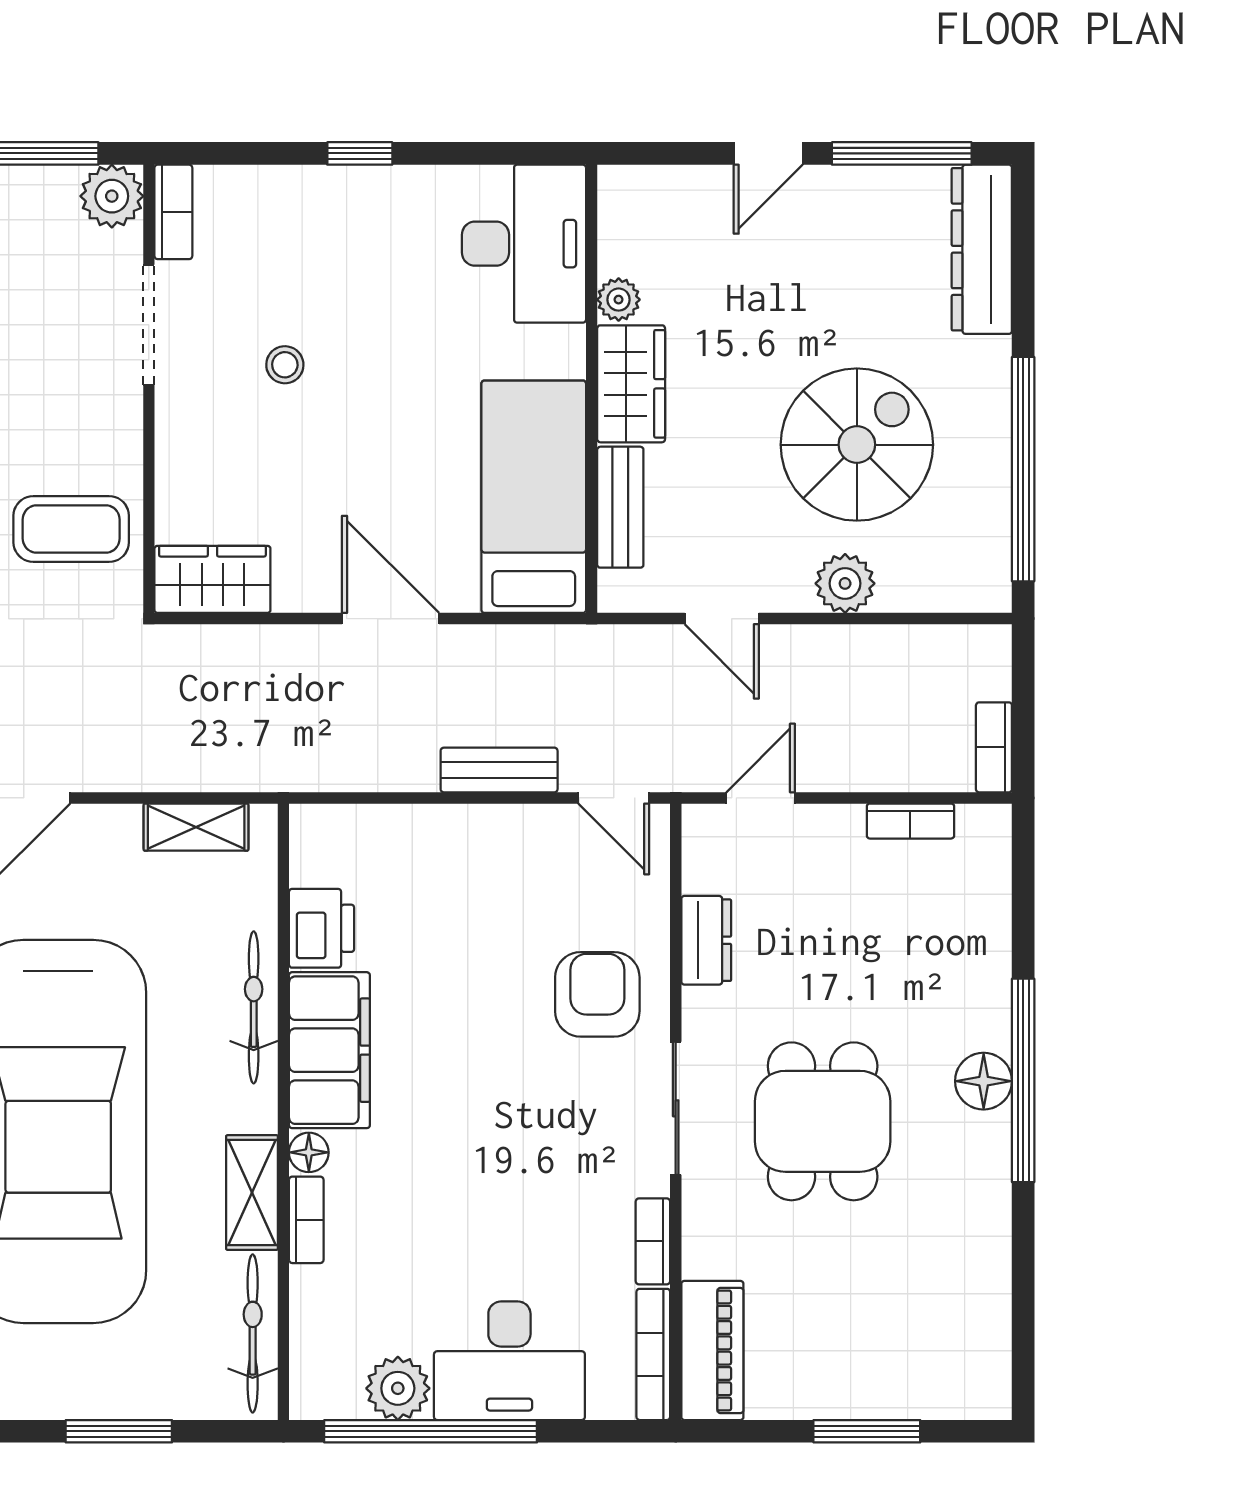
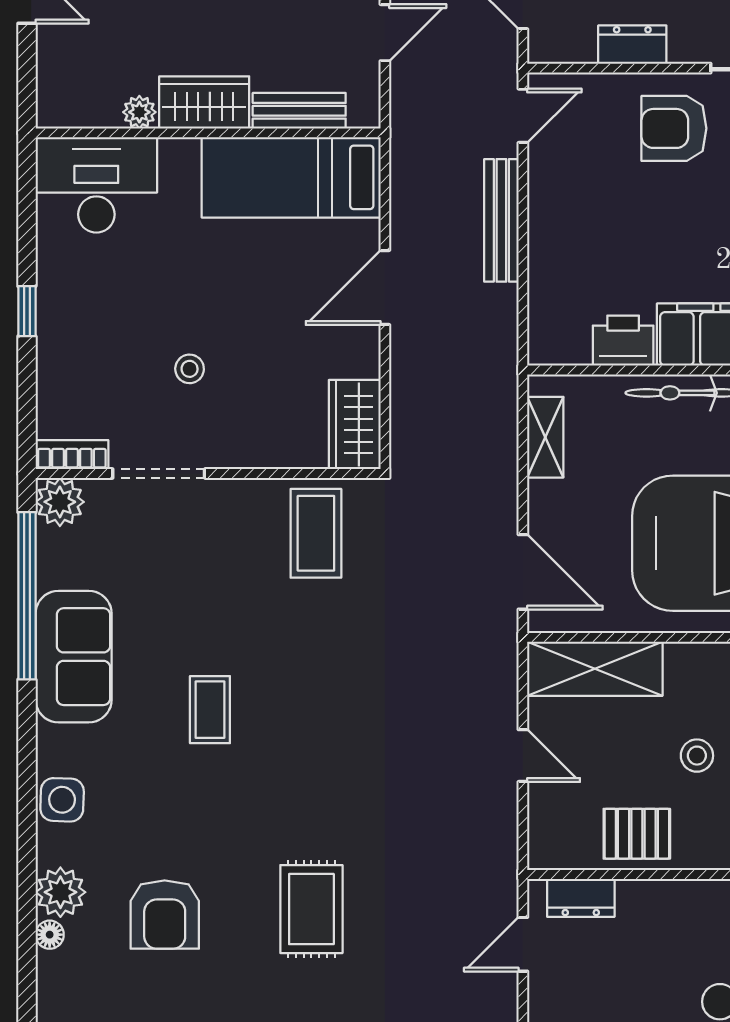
bench: (499, 770) -> (501, 220), width x1.36

